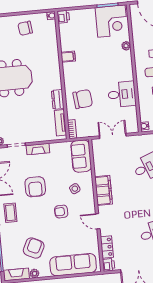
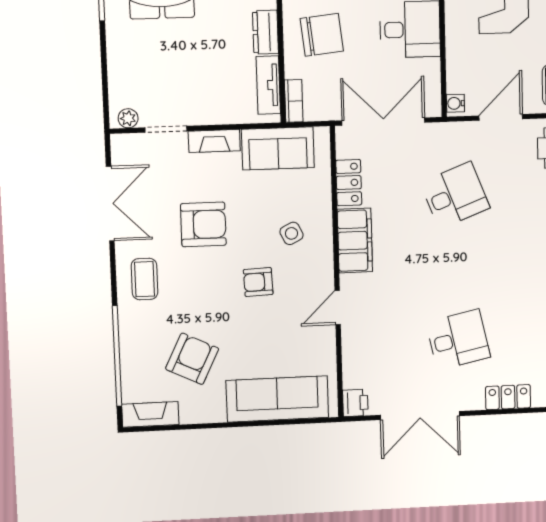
double door: (113, 136) -> (383, 122), width x1.37
sofa: (81, 156) -> (278, 148), moved, turned -90
armchair: (35, 187) -> (203, 224), turned -90
door: (98, 221) -> (338, 307), hinge flipped
locker: (107, 247) -> (349, 183), moved
plant: (34, 273) -> (191, 414), removed

